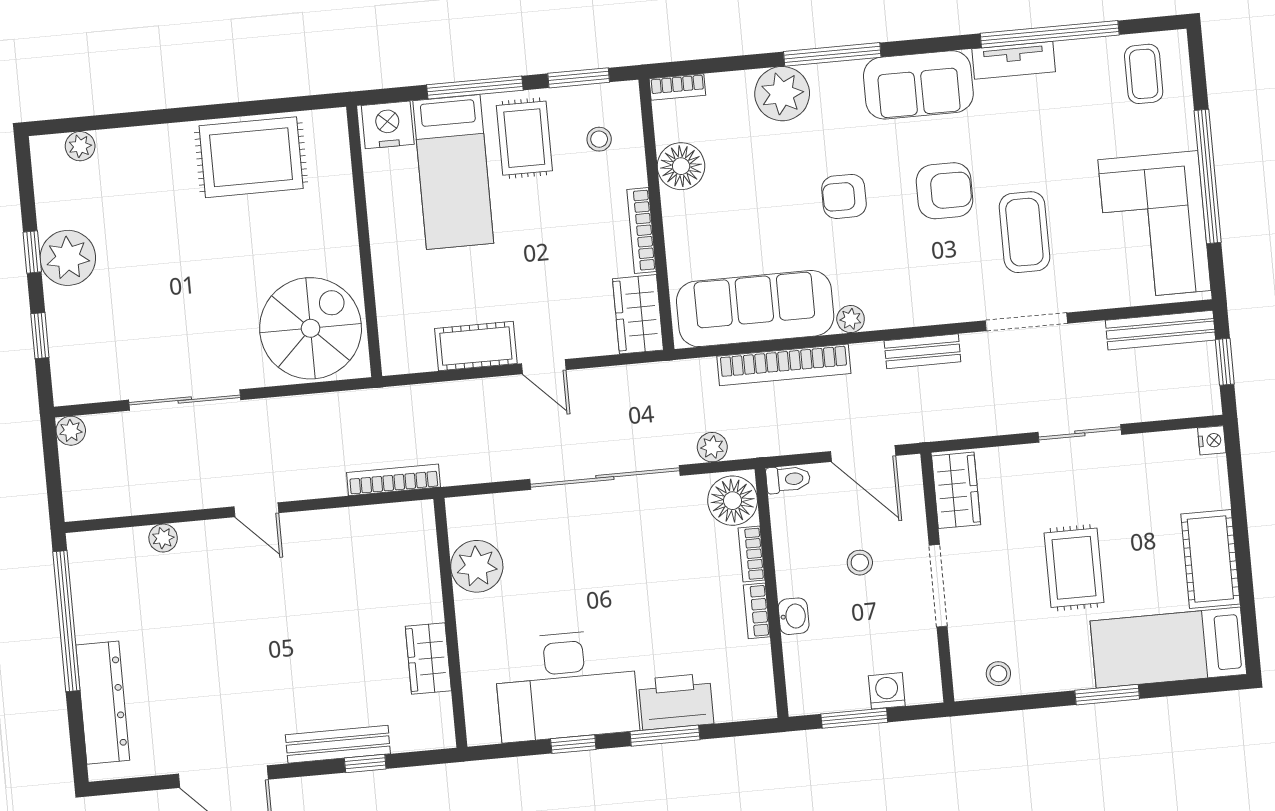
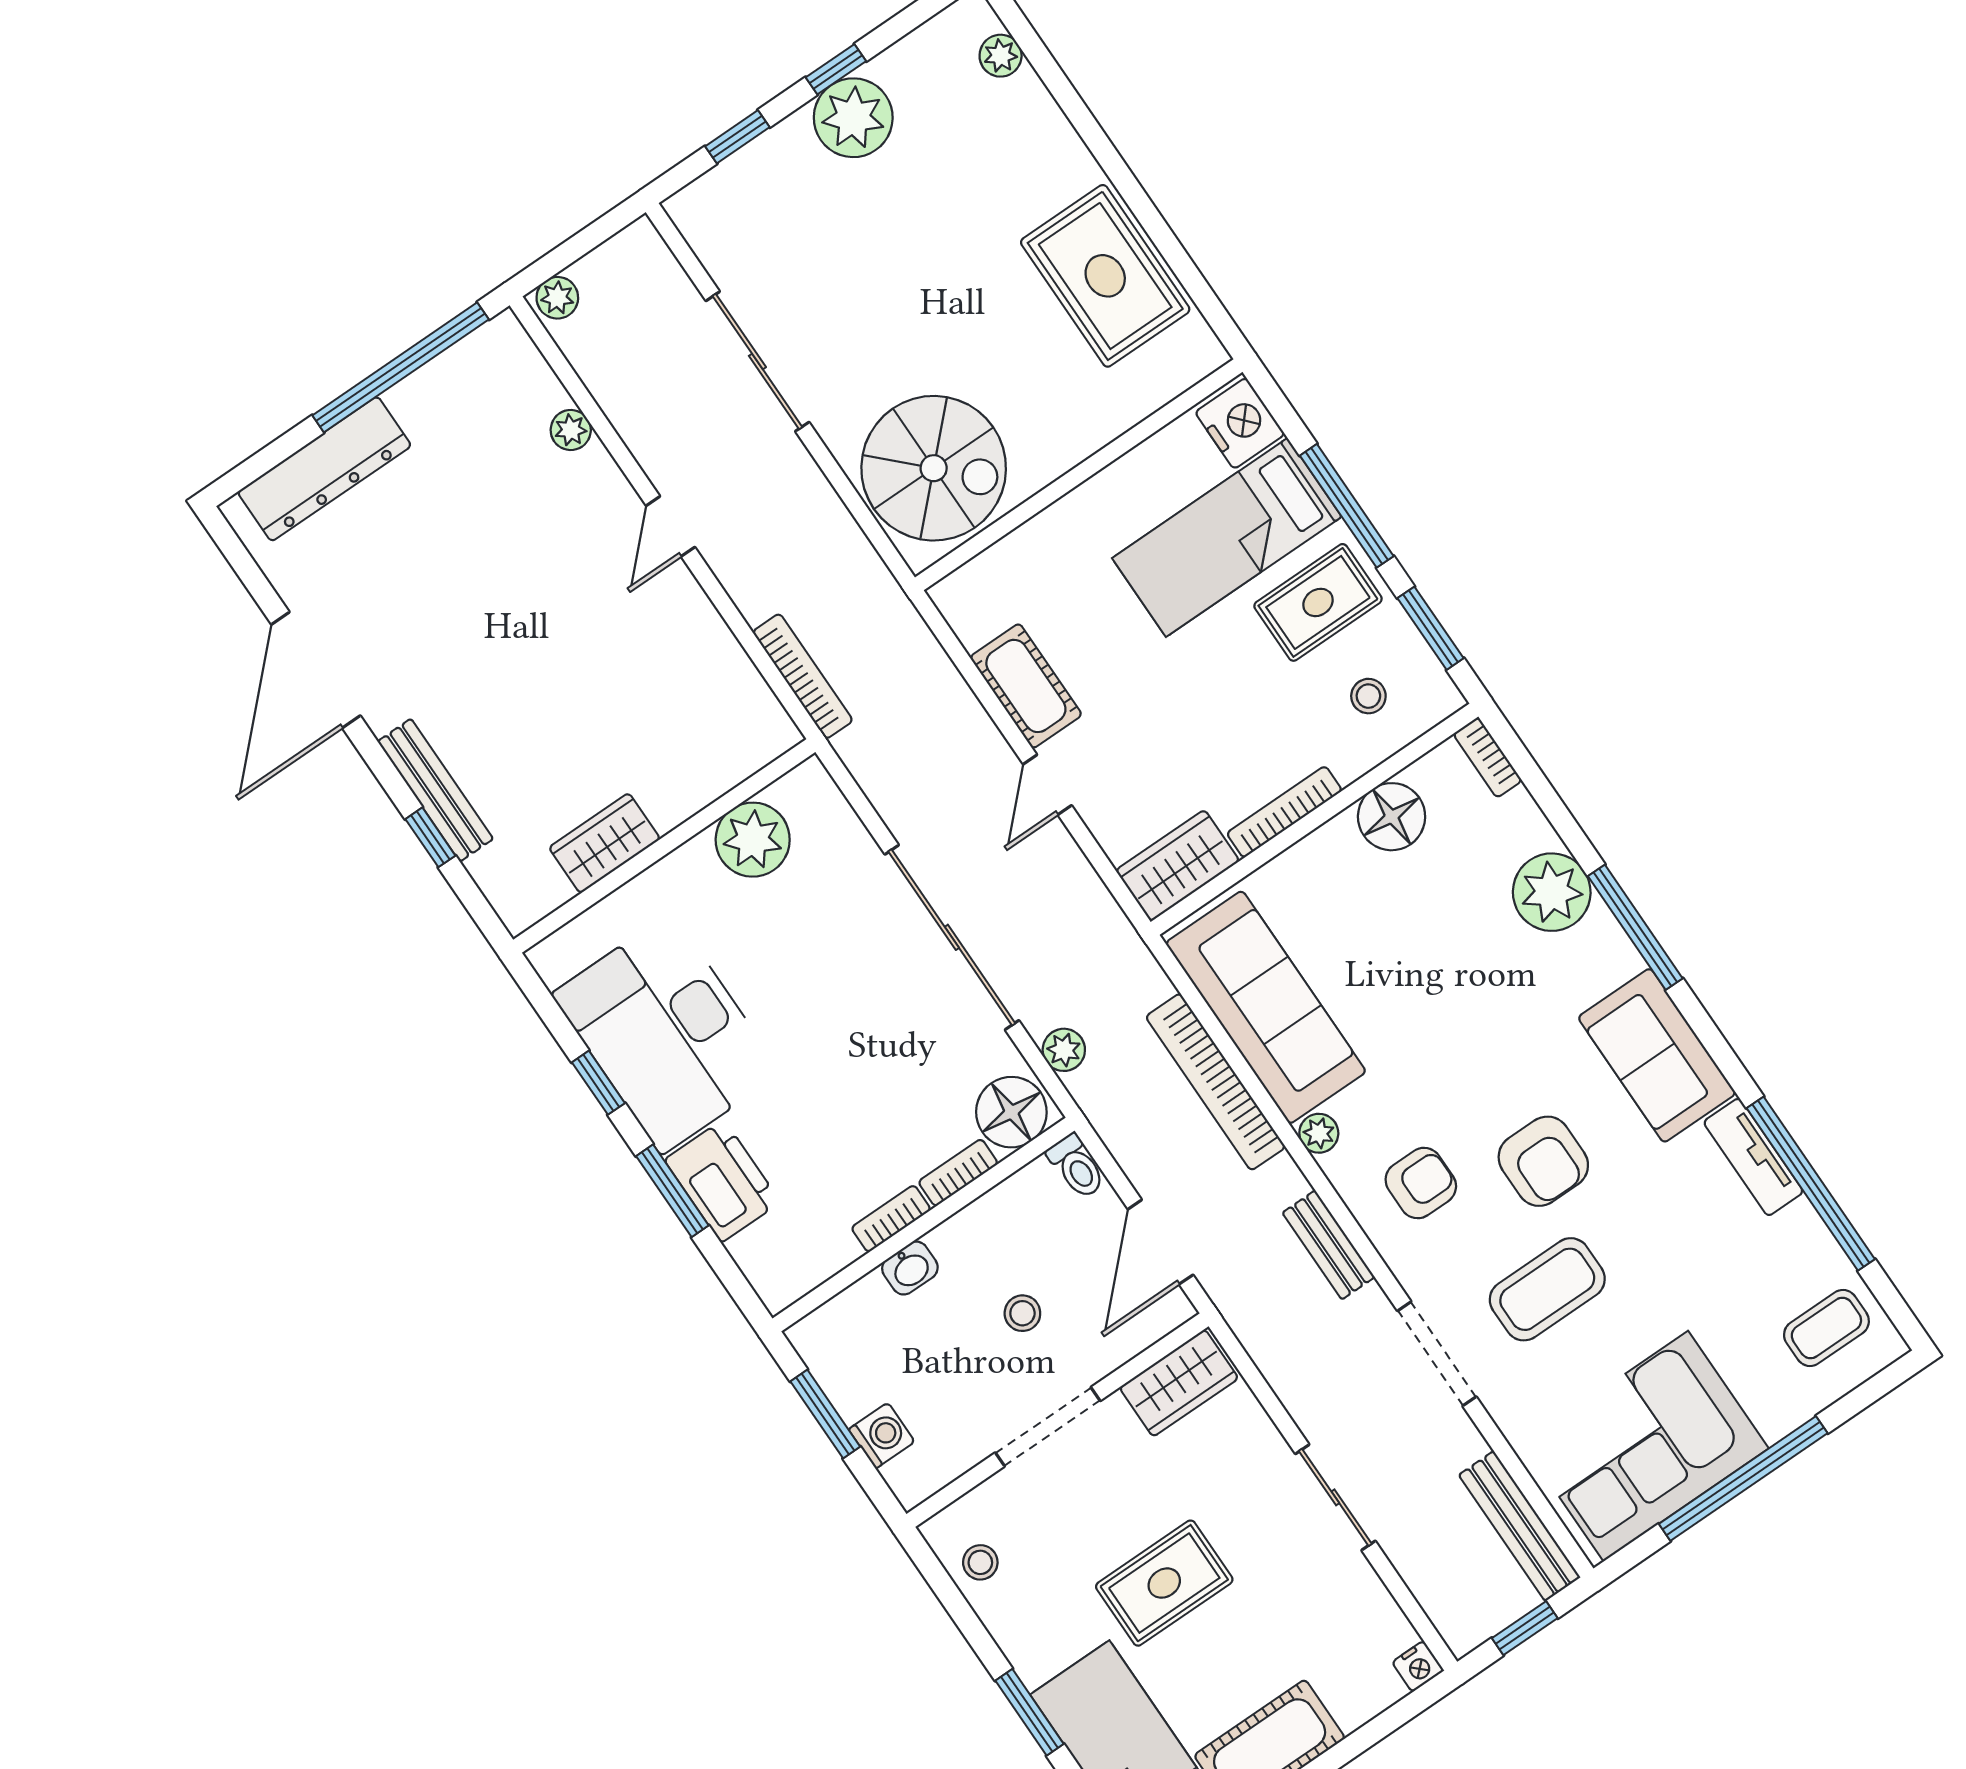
armchair: (844, 196) -> (1421, 1183), moved, turned 90
plant: (71, 431) -> (557, 298), moved

